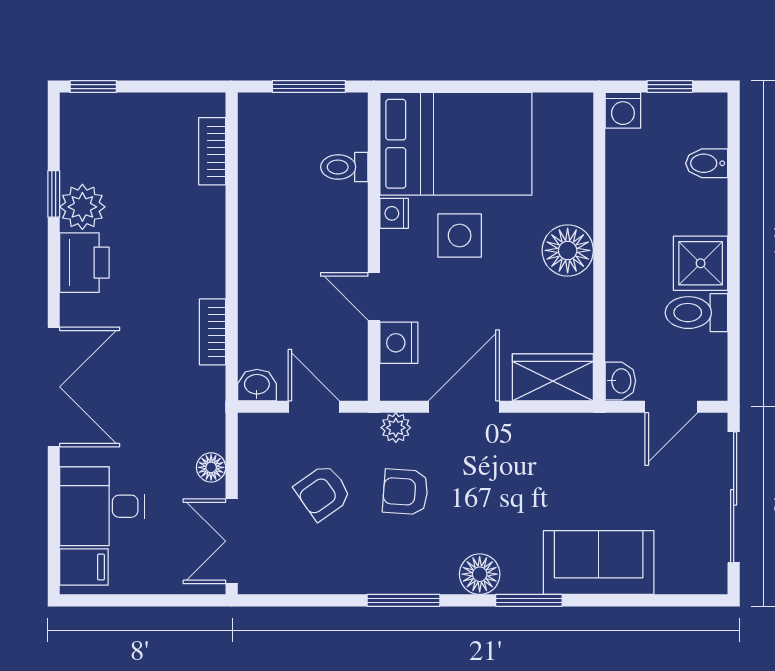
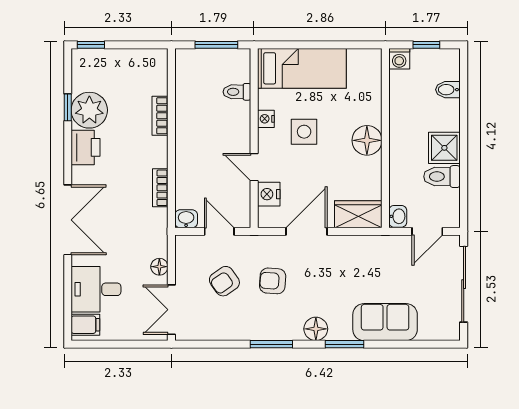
bed: (456, 144) -> (302, 68), width x0.67
bookcase: (212, 151) -> (160, 116), moved
plant: (82, 207) -> (89, 110), width x1.36, depth x1.36
plant: (396, 428) -> (267, 244), removed

